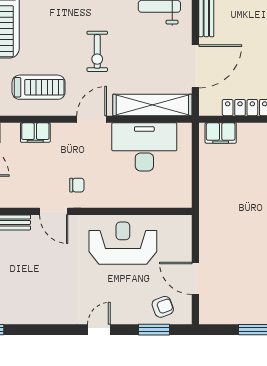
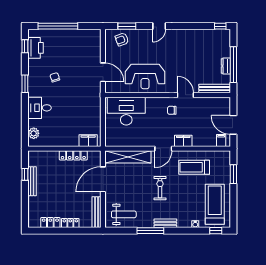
filing cabinet: (35, 133) -> (183, 141), moved
desk: (144, 147) -> (126, 111), moved, turned 180
door: (195, 278) -> (103, 72), moved

